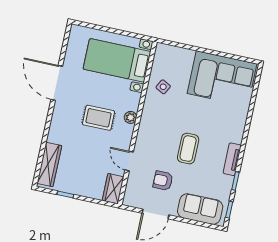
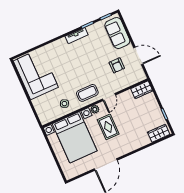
bed with nightstands: (117, 60) -> (75, 137), width x1.36
coffee table: (188, 149) -> (87, 93), moved
door: (129, 161) -> (109, 97), moved
wardrobe: (49, 164) -> (159, 133), width x0.67

